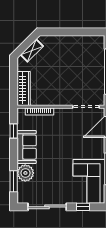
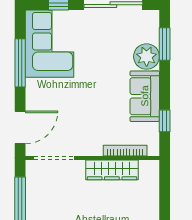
wardrobe: (24, 88) -> (112, 170), moved, turned -90

